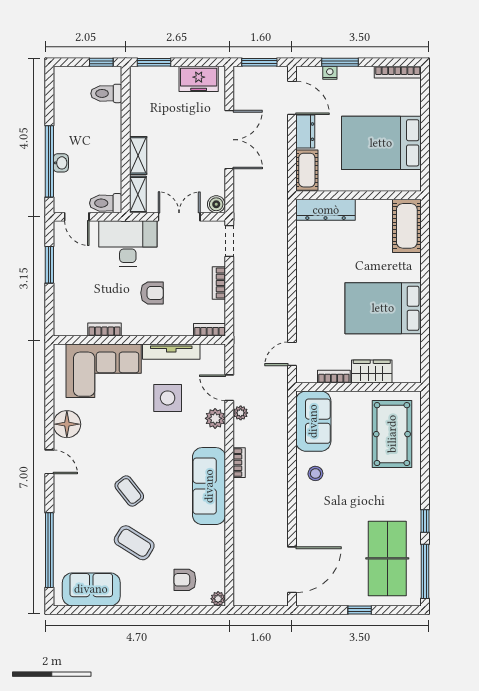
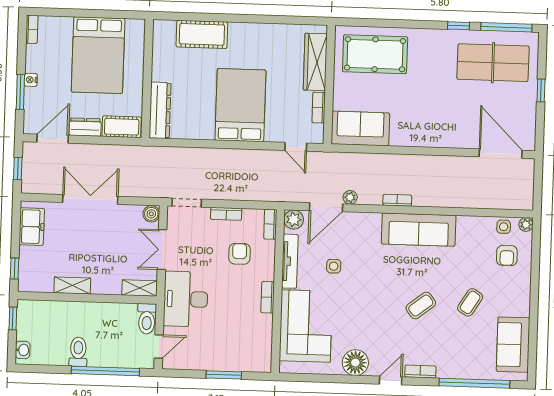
window: (154, 62) -> (15, 269), width x0.67
window: (259, 62) -> (18, 169), width x0.67
bookcase: (398, 72) -> (32, 29), width x0.64
nightstand: (330, 73) -> (31, 80), moved
toilet: (106, 93) -> (78, 352), moved, turned 180
shelving: (138, 155) -> (72, 285), moved
washbasin: (61, 163) -> (23, 350), moved, turned 90
cot: (407, 226) -> (202, 34), moved
window: (49, 265) -> (224, 375), moved
armchair: (152, 293) -> (240, 254), moved
bed: (383, 308) -> (240, 105), moved, turned 180
bookcase: (104, 330) -> (268, 297), moved
wardrobe: (372, 371) -> (315, 62), width x1.50
door: (229, 388) -> (326, 207), width x1.38
side table: (168, 398) -> (334, 266), width x0.54, depth x0.54
plant: (215, 418) -> (294, 220), moved
stool: (315, 473) -> (410, 128), removed
bookcase: (60, 493) -> (420, 372), added
coffee table: (134, 543) -> (470, 302), width x0.73, depth x0.77
side table: (215, 575) -> (504, 227), added

